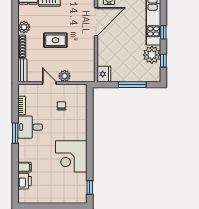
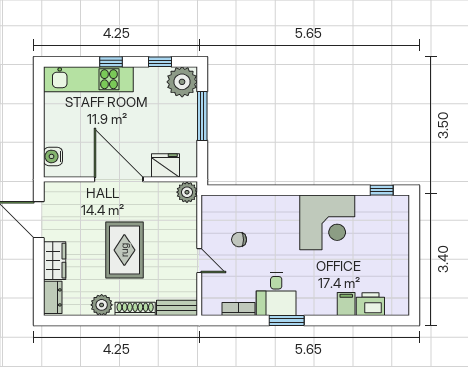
door: (96, 22) -> (119, 179), moved
rug: (55, 40) -> (124, 250), width x1.36, depth x1.43
plant: (152, 55) -> (182, 82), moved
fridge: (104, 74) -> (166, 166), moved
plant: (65, 76) -> (187, 192), moved
door: (49, 83) -> (199, 261), swing flipped

